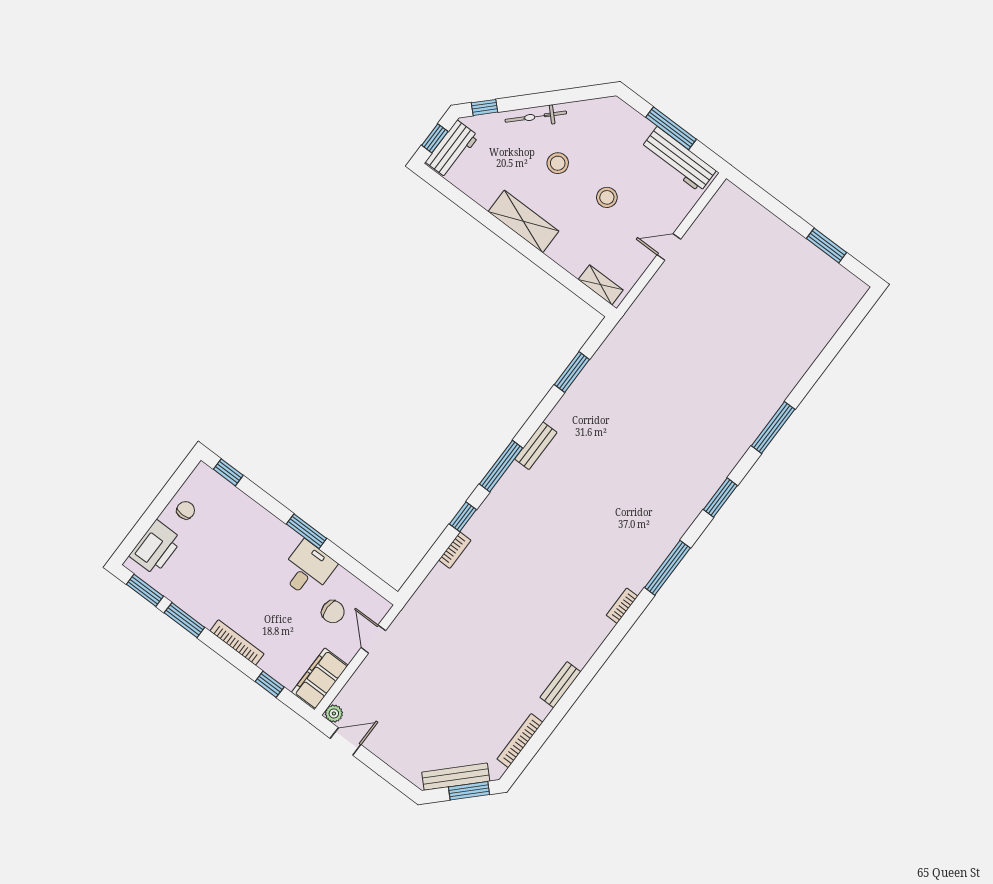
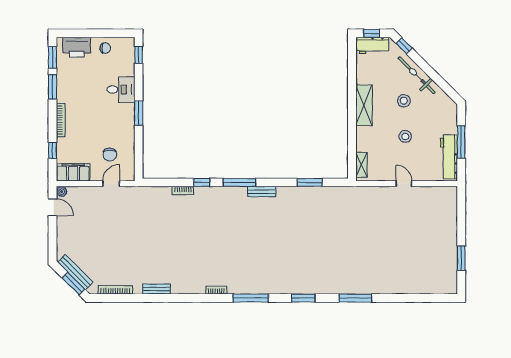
bicycle: (536, 117) -> (417, 75), width x1.37, depth x1.40
desk: (308, 569) -> (121, 90), moved

